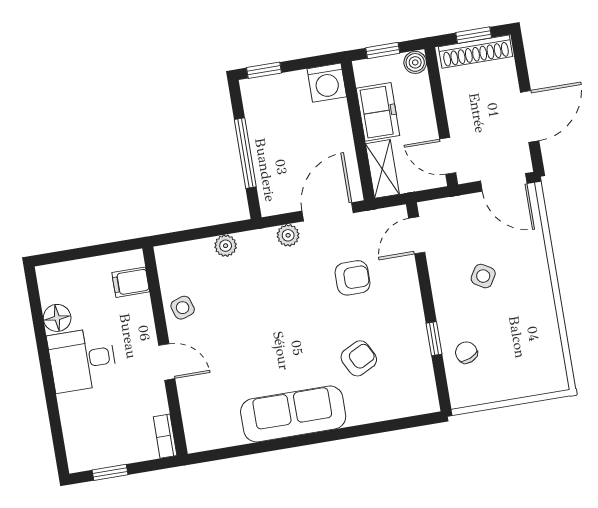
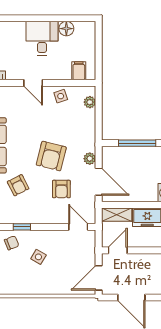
plant: (226, 246) -> (90, 102), moved
side table: (483, 276) -> (38, 257), moved
armchair: (295, 307) -> (51, 156), added
door: (167, 362) -> (33, 83), hinge flipped

